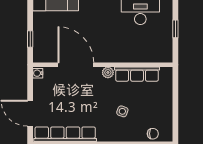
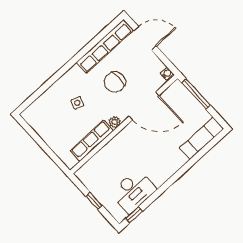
window: (30, 39) -> (196, 94), width x2.17
chair: (153, 134) -> (115, 82), moved, width x1.87, depth x1.87

